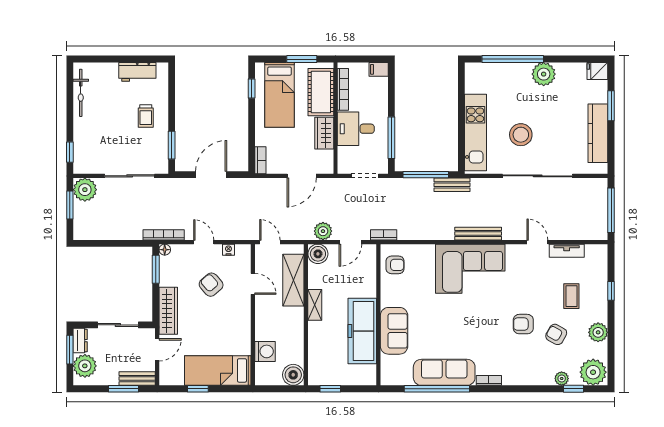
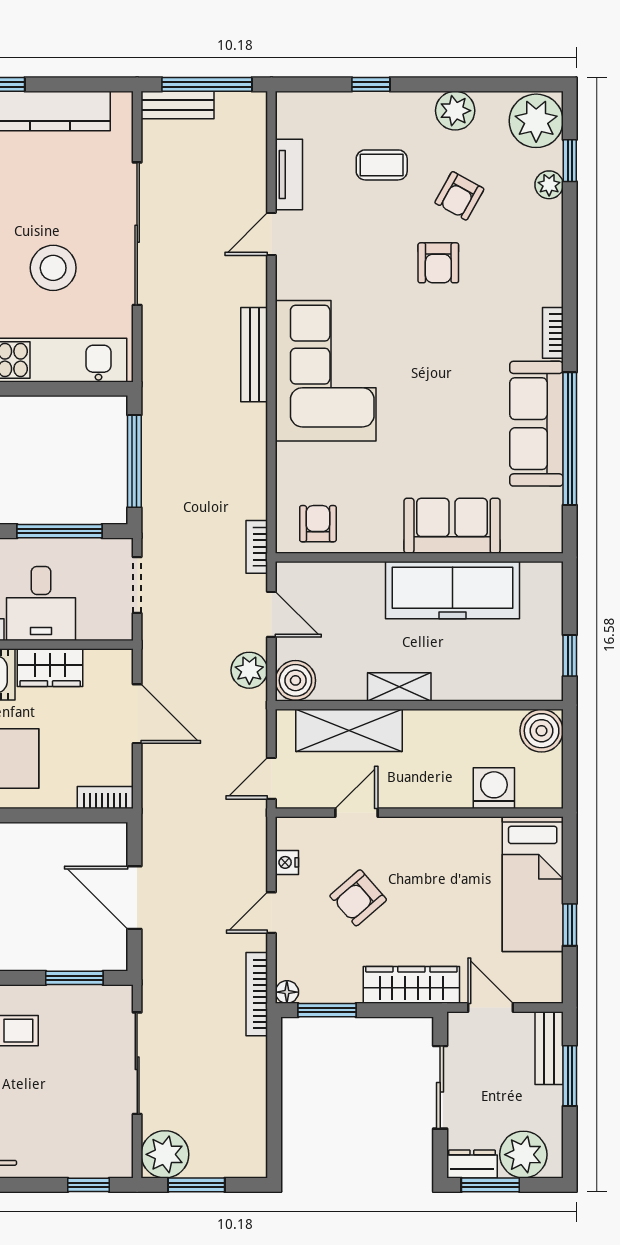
bench: (452, 185) -> (177, 105), moved, turned 90

